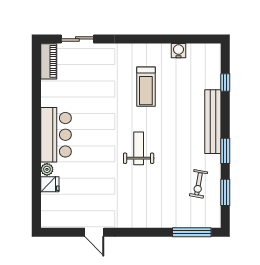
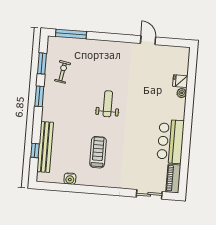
bench: (213, 122) -> (45, 147), moved
bar counter: (56, 135) -> (171, 141), moved
weight bench: (139, 148) -> (108, 104), turned 180

